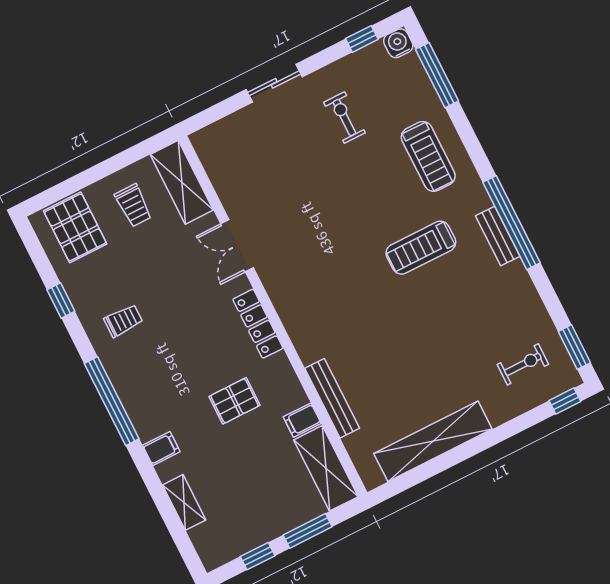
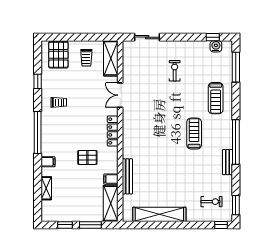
water cooler: (398, 43) -> (216, 46), moved
sliding door: (274, 83) -> (147, 37), moved
exercise bike: (344, 117) -> (175, 71), moved
bench: (498, 236) -> (228, 162), moved
treadmill: (421, 248) -> (194, 134), turned 90

